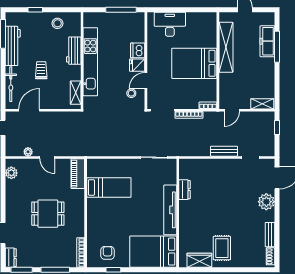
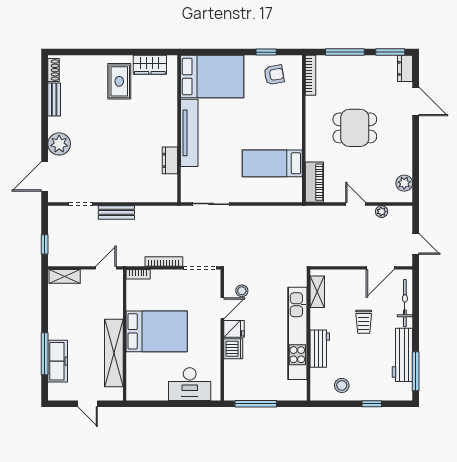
armchair: (108, 253) -> (274, 75), turned -100

